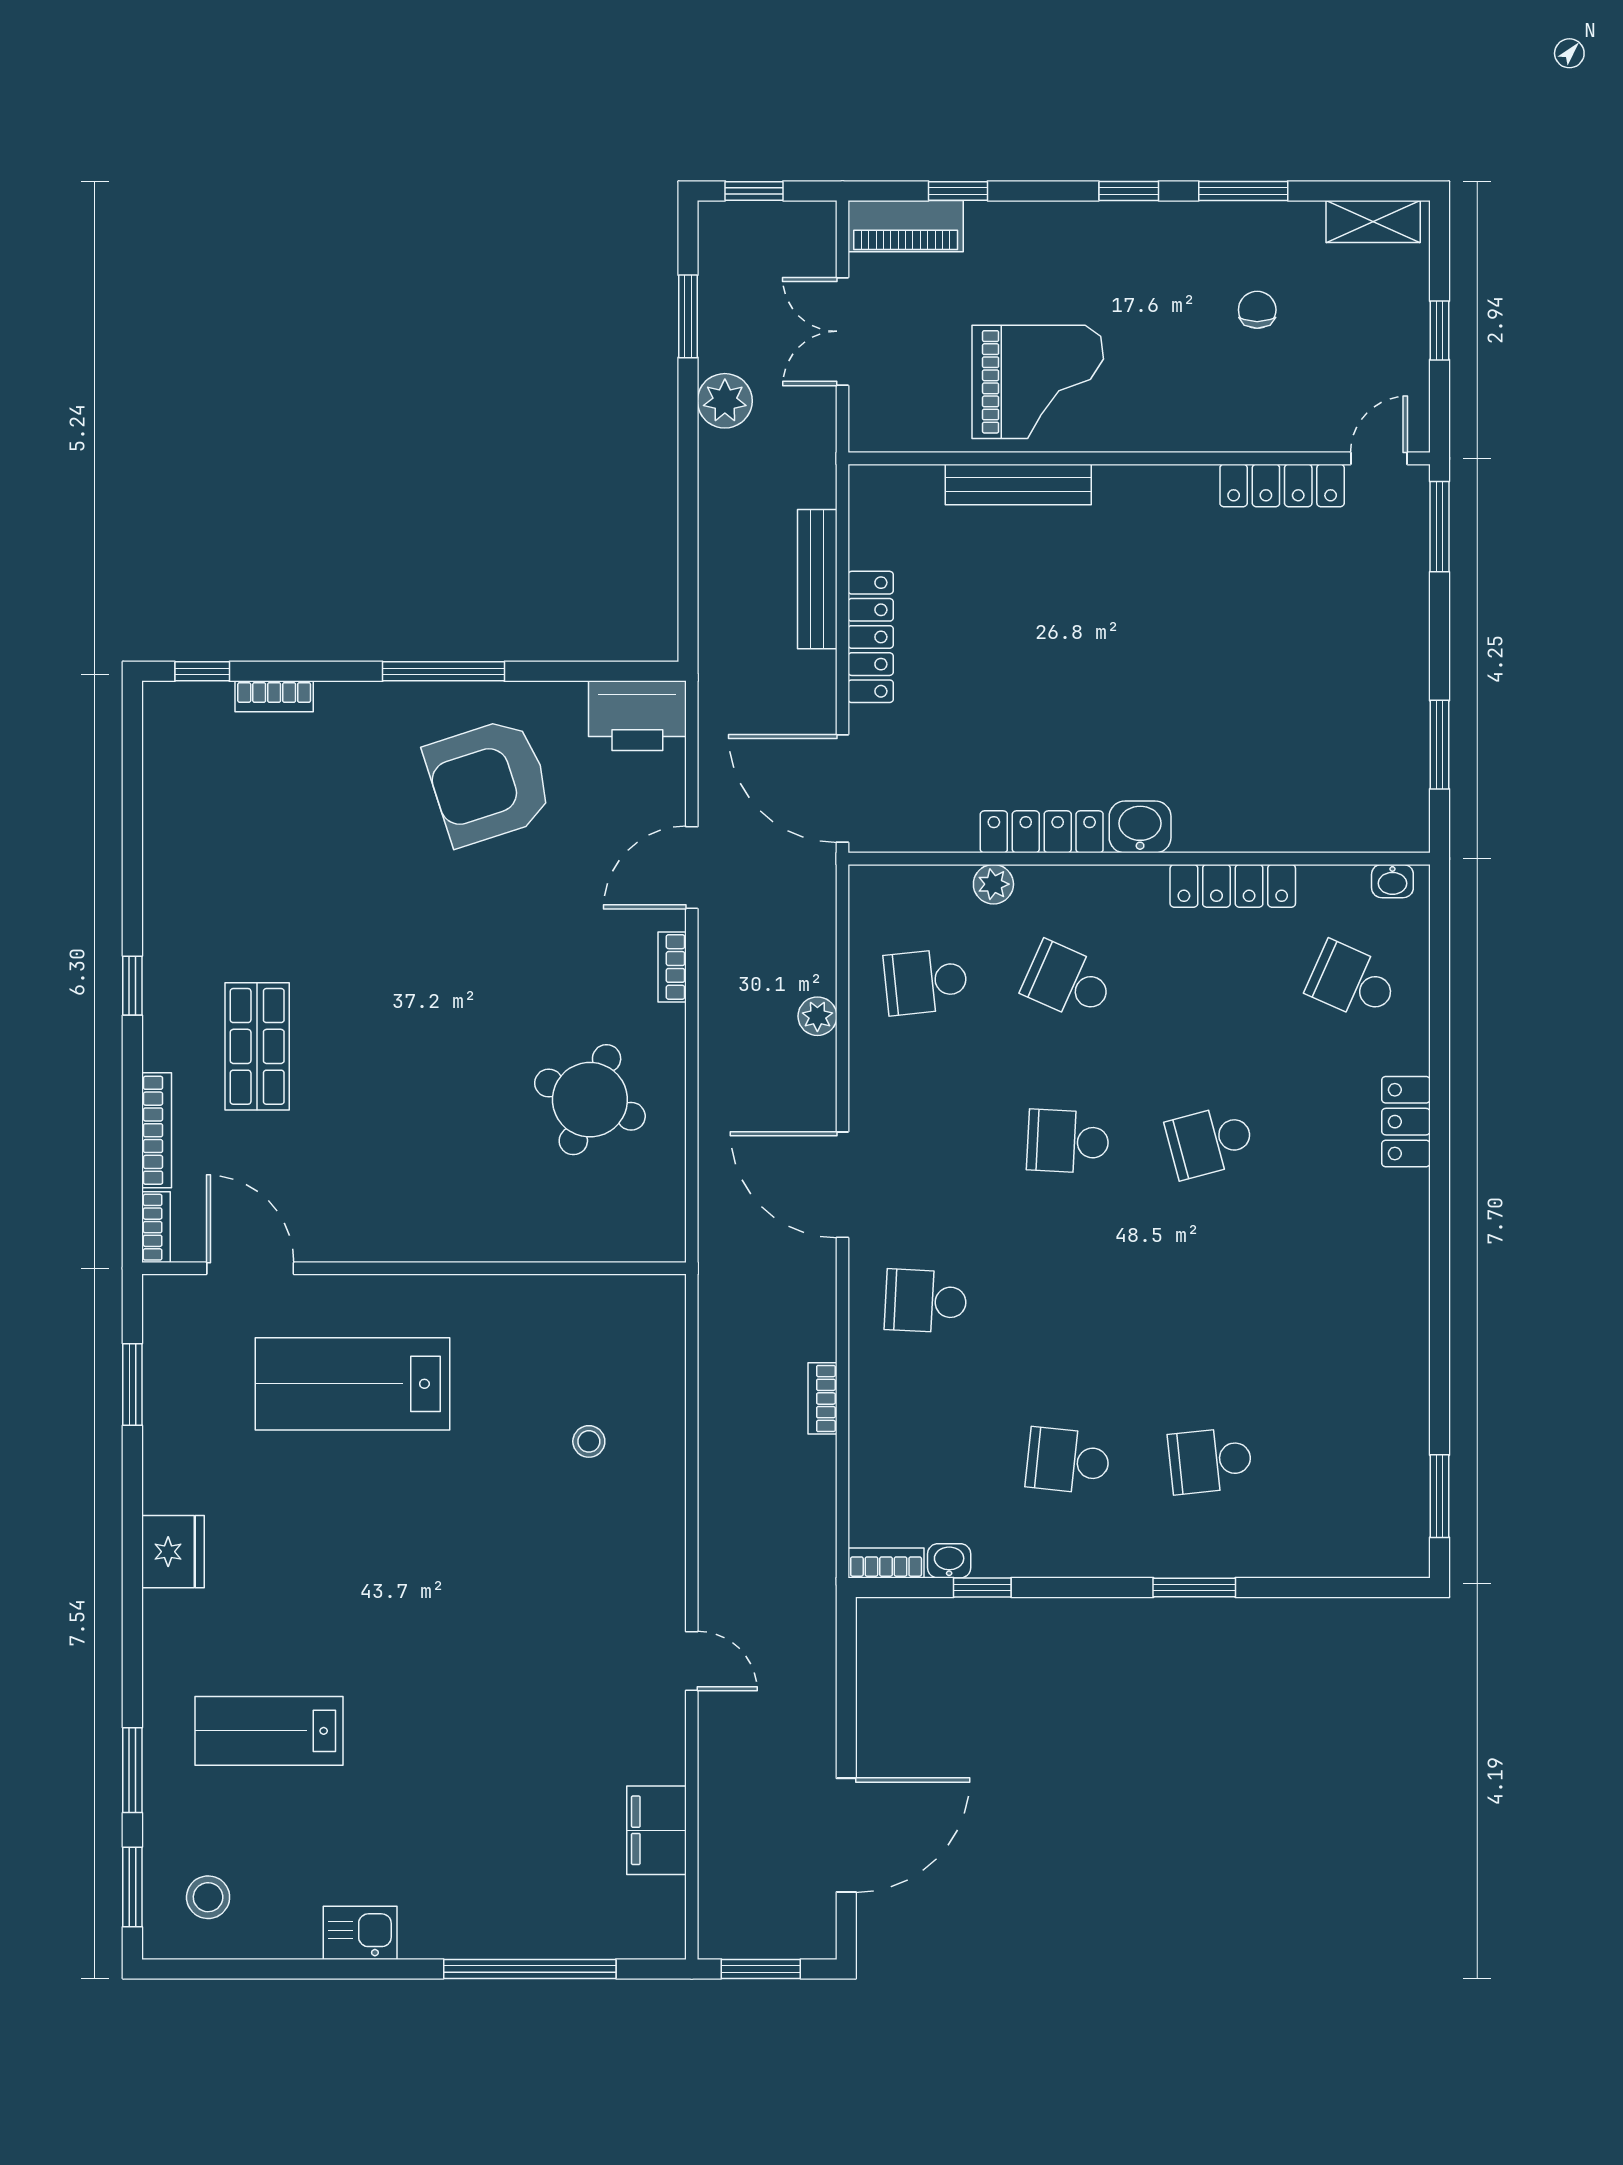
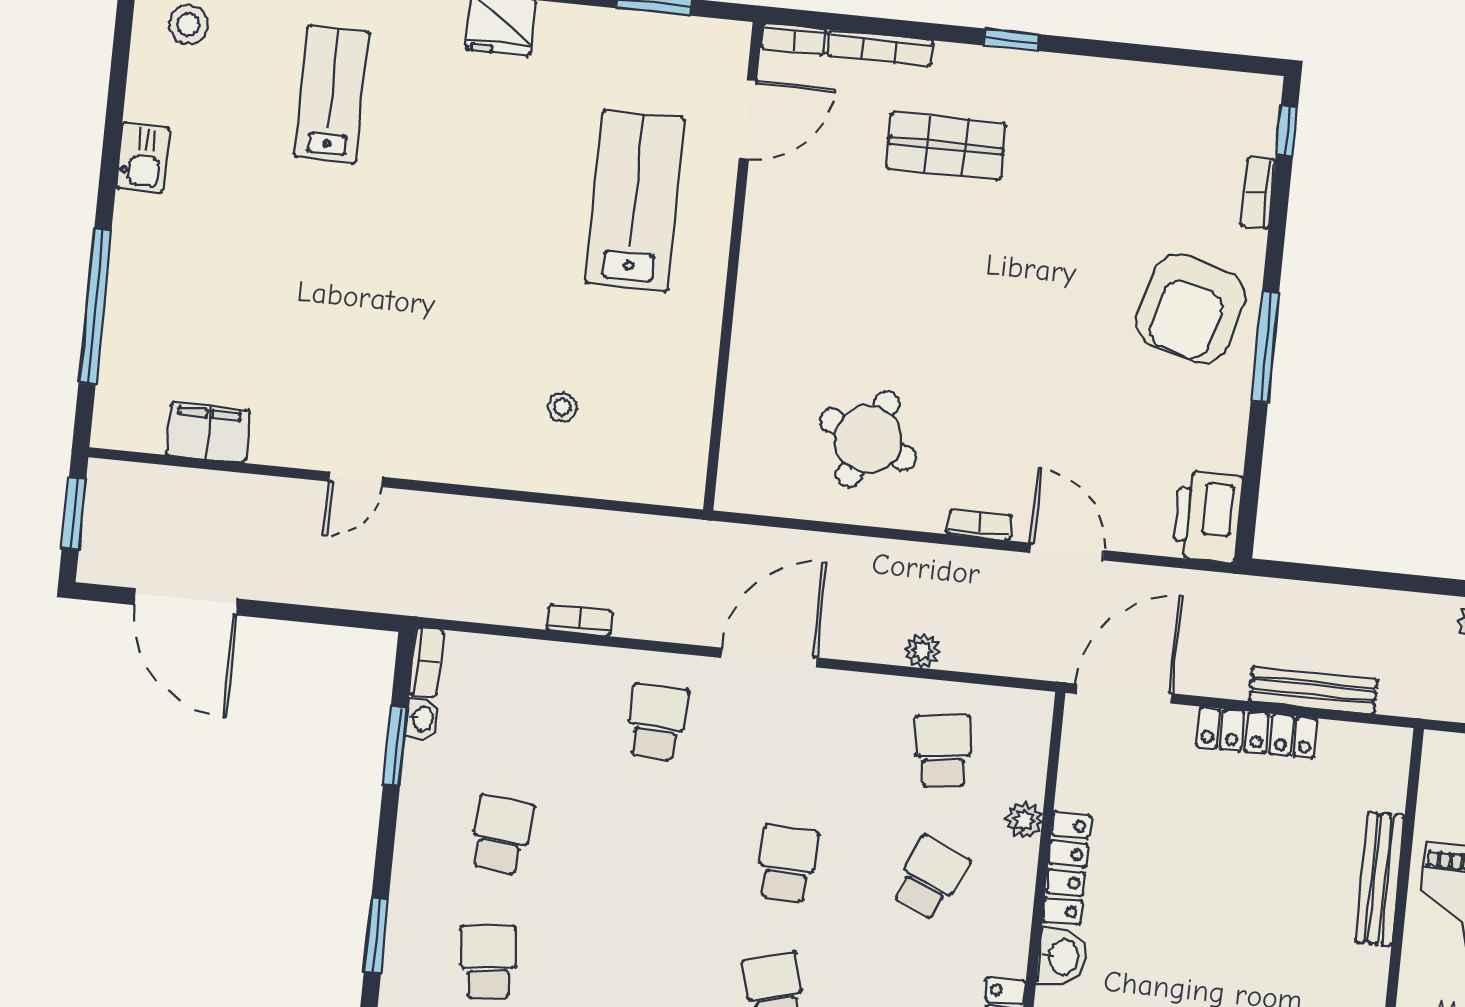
armchair: (489, 782) -> (1191, 309), moved, turned -146
window: (982, 1588) -> (395, 746), width x1.50

